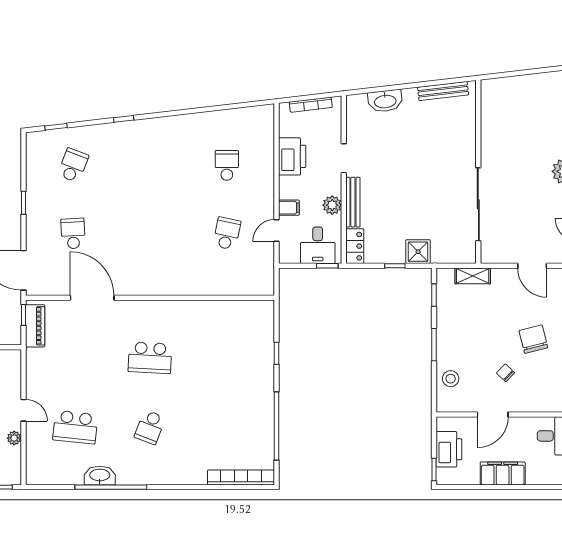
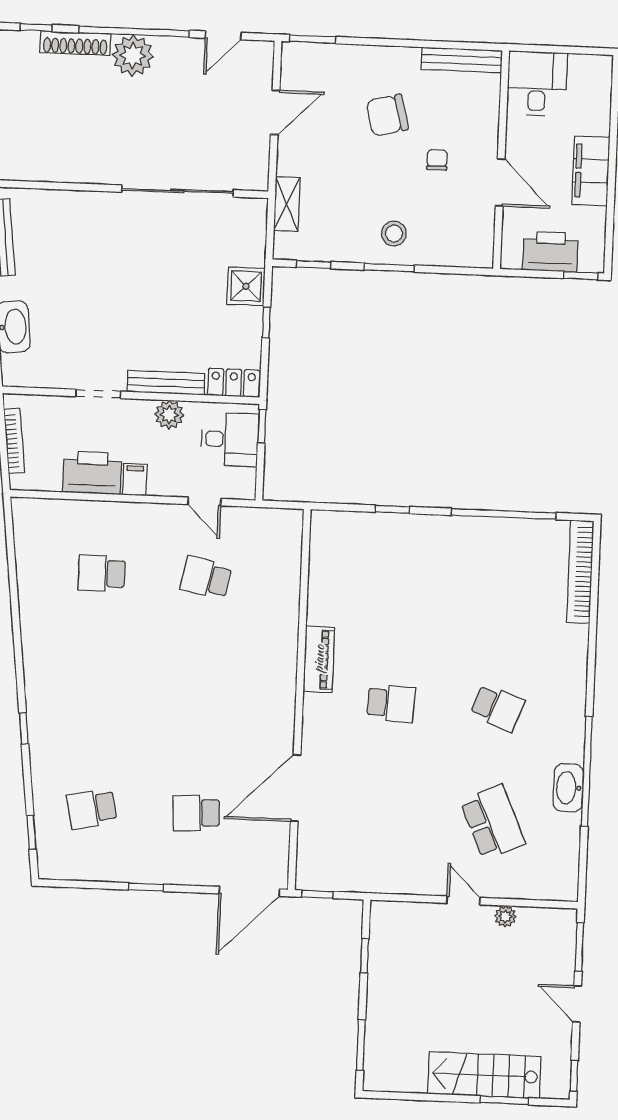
school desk: (73, 165) -> (92, 809), turned -33
filing cabinet: (289, 208) -> (135, 479), moved
piano: (35, 326) -> (319, 659), moved, turned 90
school desk: (150, 358) -> (391, 703), width x0.54
chair: (506, 373) -> (437, 160), turned 136
stool: (451, 379) -> (394, 233), moved
door: (23, 410) -> (463, 900), hinge flipped
school desk: (75, 427) -> (493, 822), turned -30

